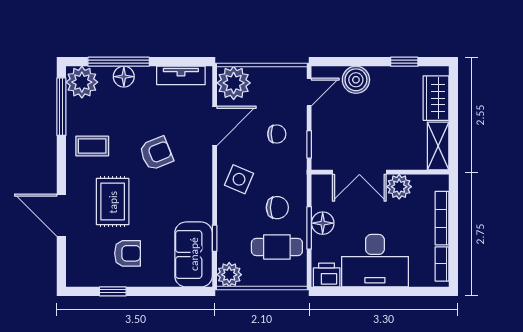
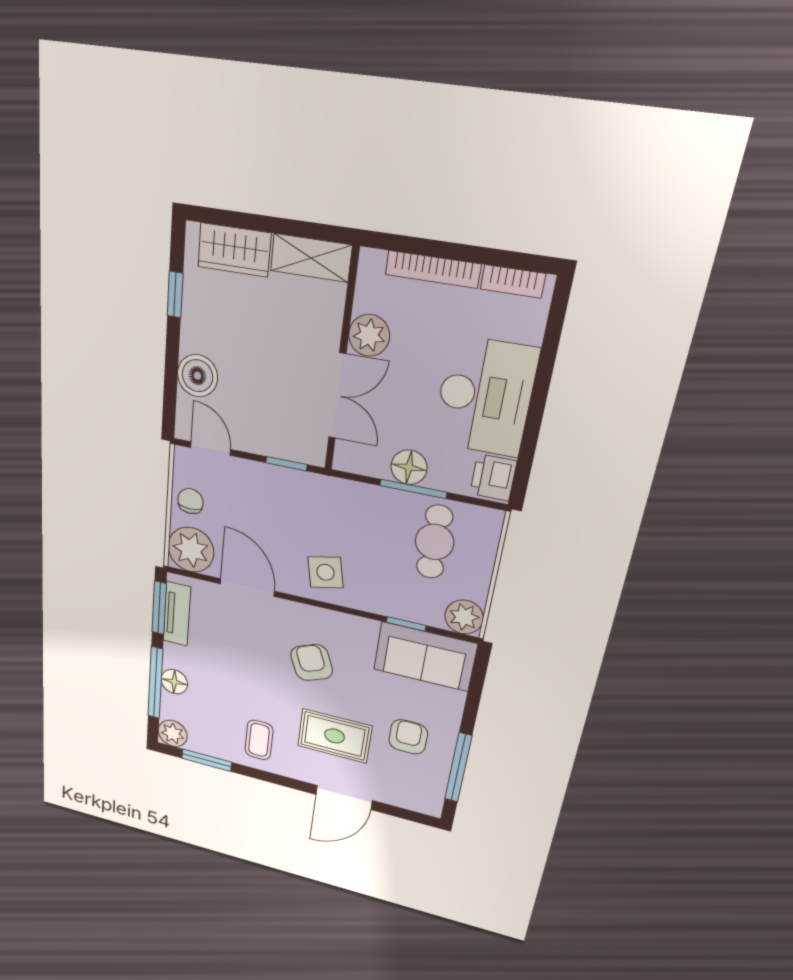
window: (182, 62) -> (159, 608), added
plant: (82, 82) -> (173, 733), width x0.73, depth x0.73
window: (61, 107) -> (207, 760), width x0.69
chair: (277, 134) -> (190, 501), moved
armchair: (156, 153) -> (312, 663), moved
side table: (239, 179) -> (326, 572), turned -35
chair: (277, 208) -> (375, 529), removed
window: (113, 291) -> (458, 768), width x2.17

